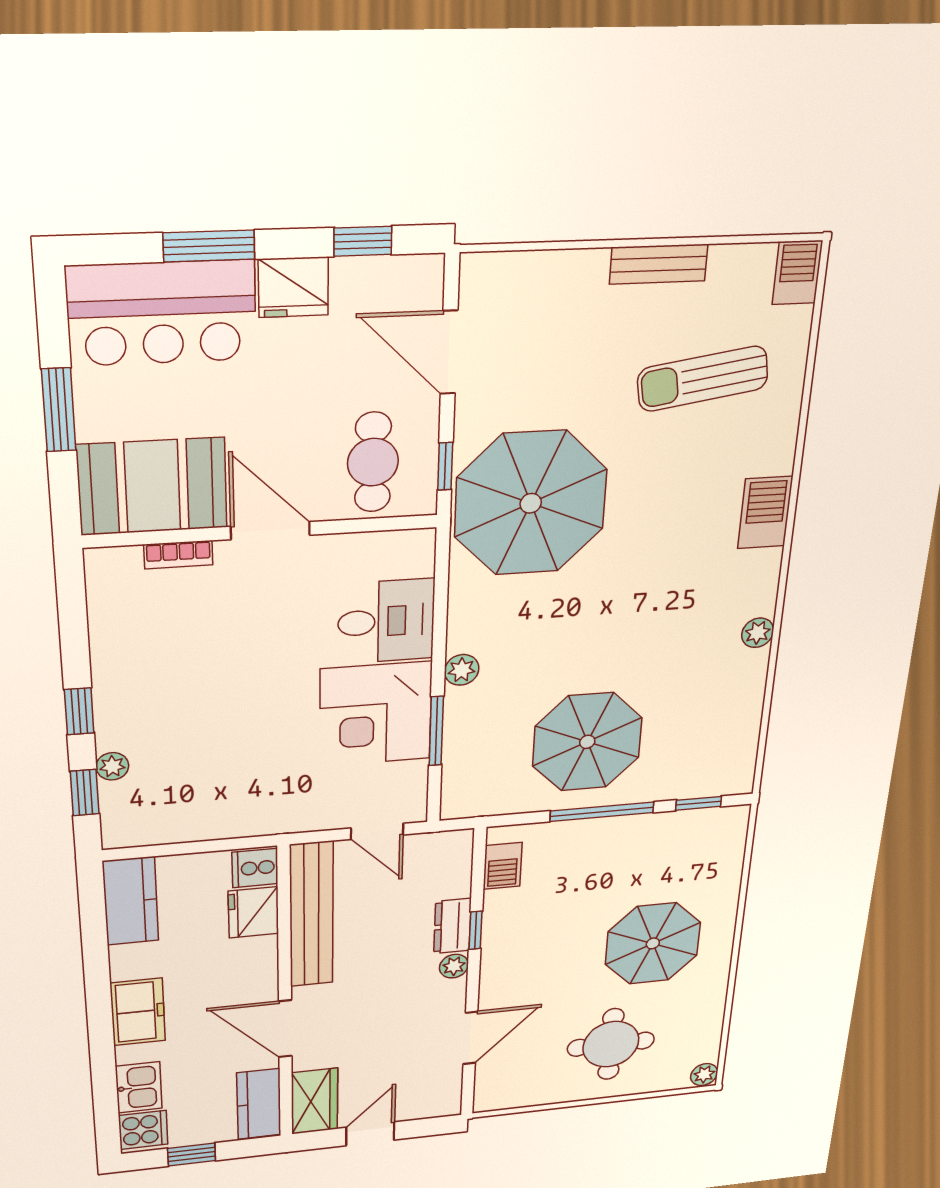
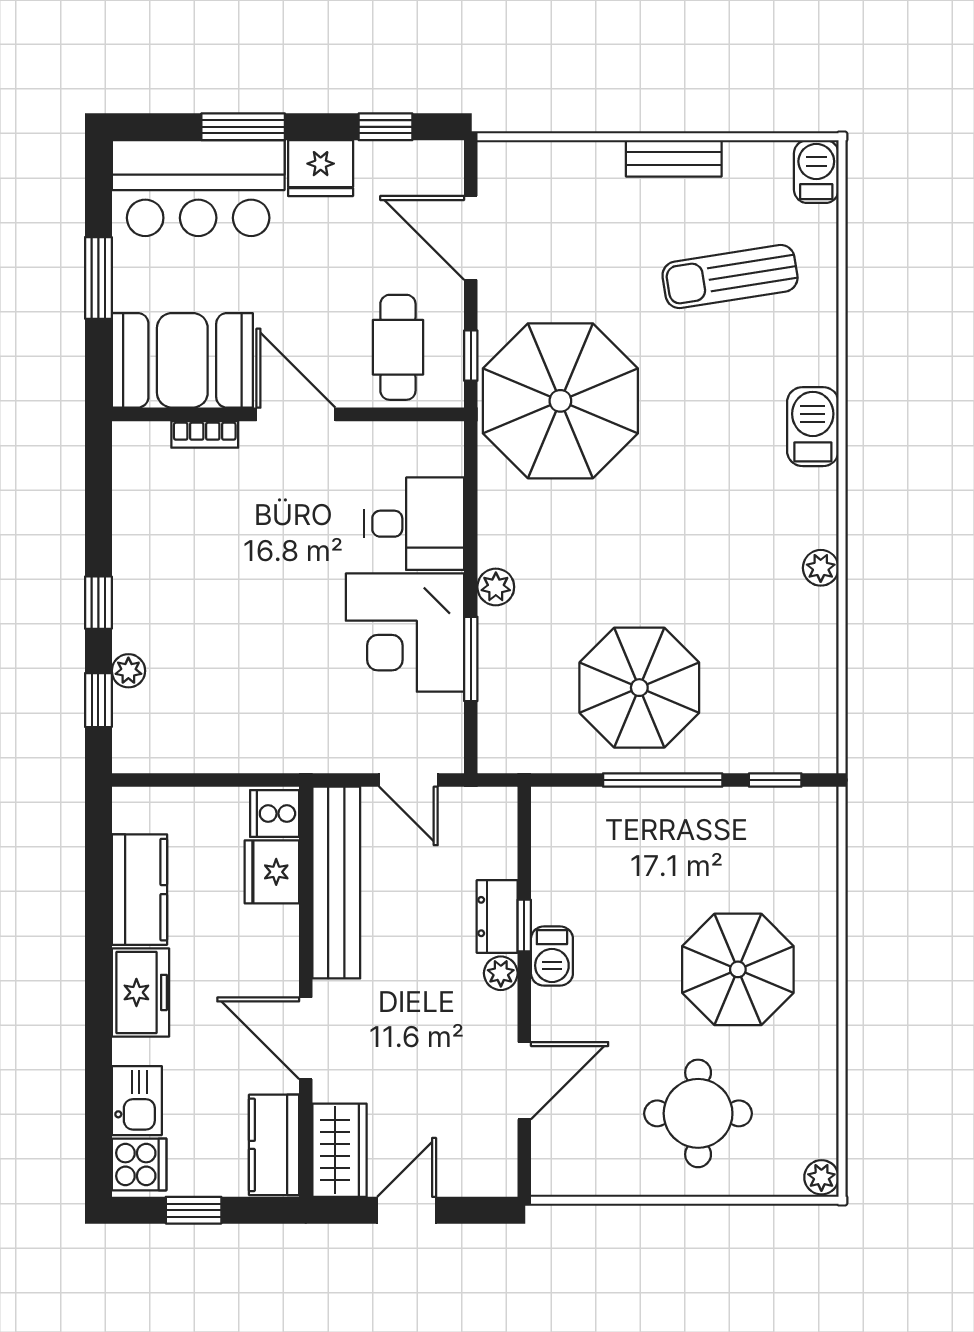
barbecue: (503, 866) -> (552, 956), moved
kitchen counter: (131, 901) -> (139, 890), moved

